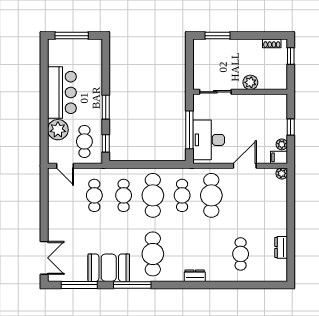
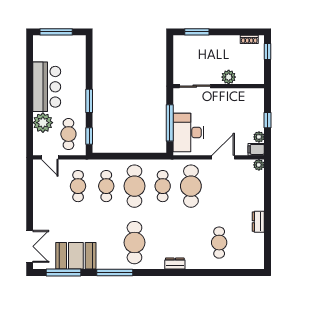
dresser: (281, 247) -> (258, 222), moved
booth: (109, 268) -> (76, 256), moved

